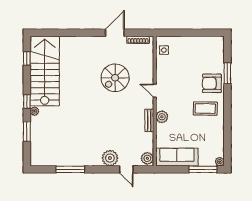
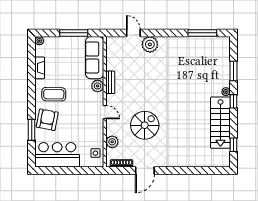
bar counter: (202, 48) -> (57, 155), added
stairs: (45, 71) -> (220, 123), width x0.73, depth x0.66
armchair: (212, 83) -> (47, 120), turned -79
fireplace: (219, 135) -> (40, 68), added
sofa: (177, 157) -> (95, 58), moved, turned 90
plant: (147, 158) -> (112, 142), moved
window: (70, 169) -> (202, 33), moved
window: (203, 169) -> (74, 33), moved

